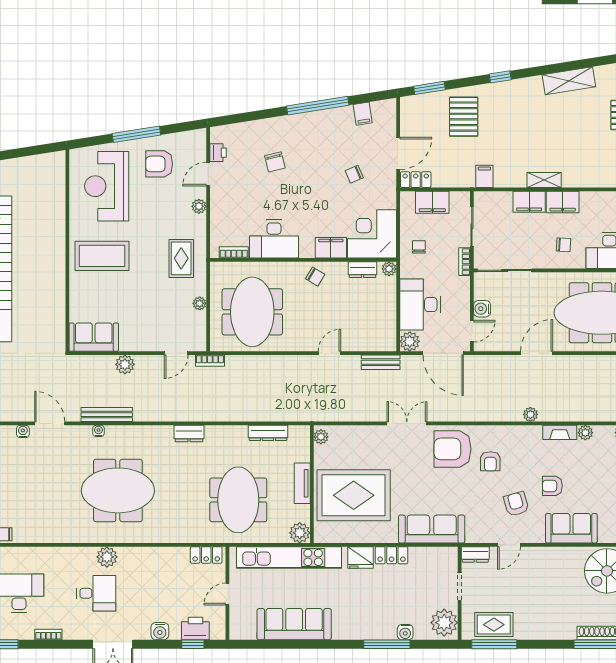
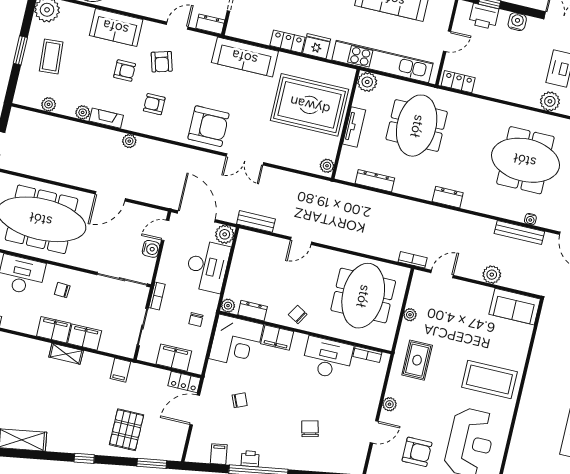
printer: (218, 153) -> (250, 459), moved, turned 81
armchair: (490, 461) -> (154, 104), moved, turned -90

